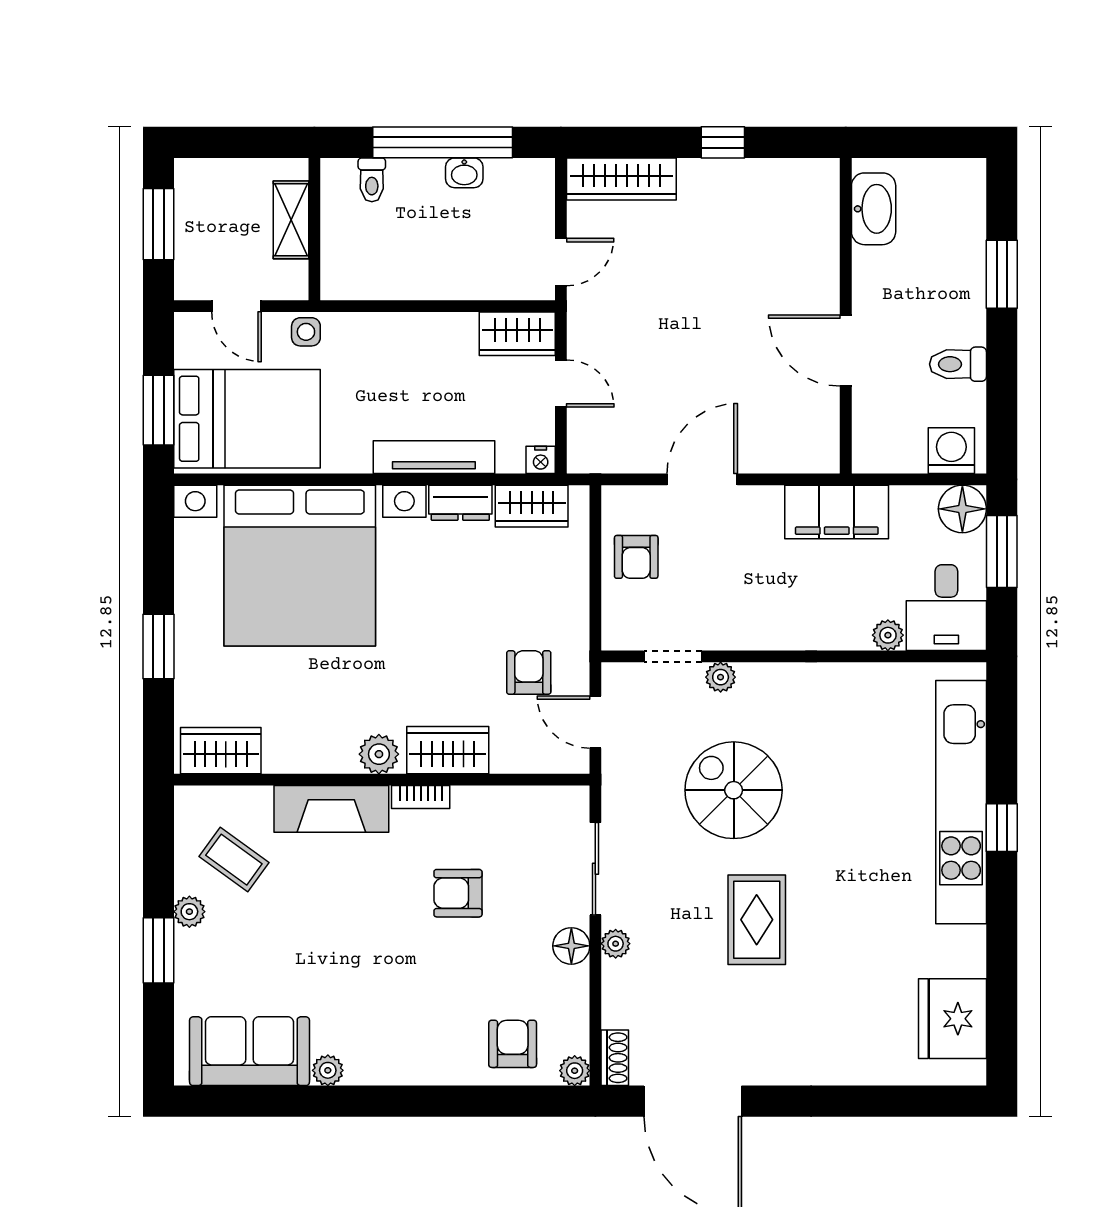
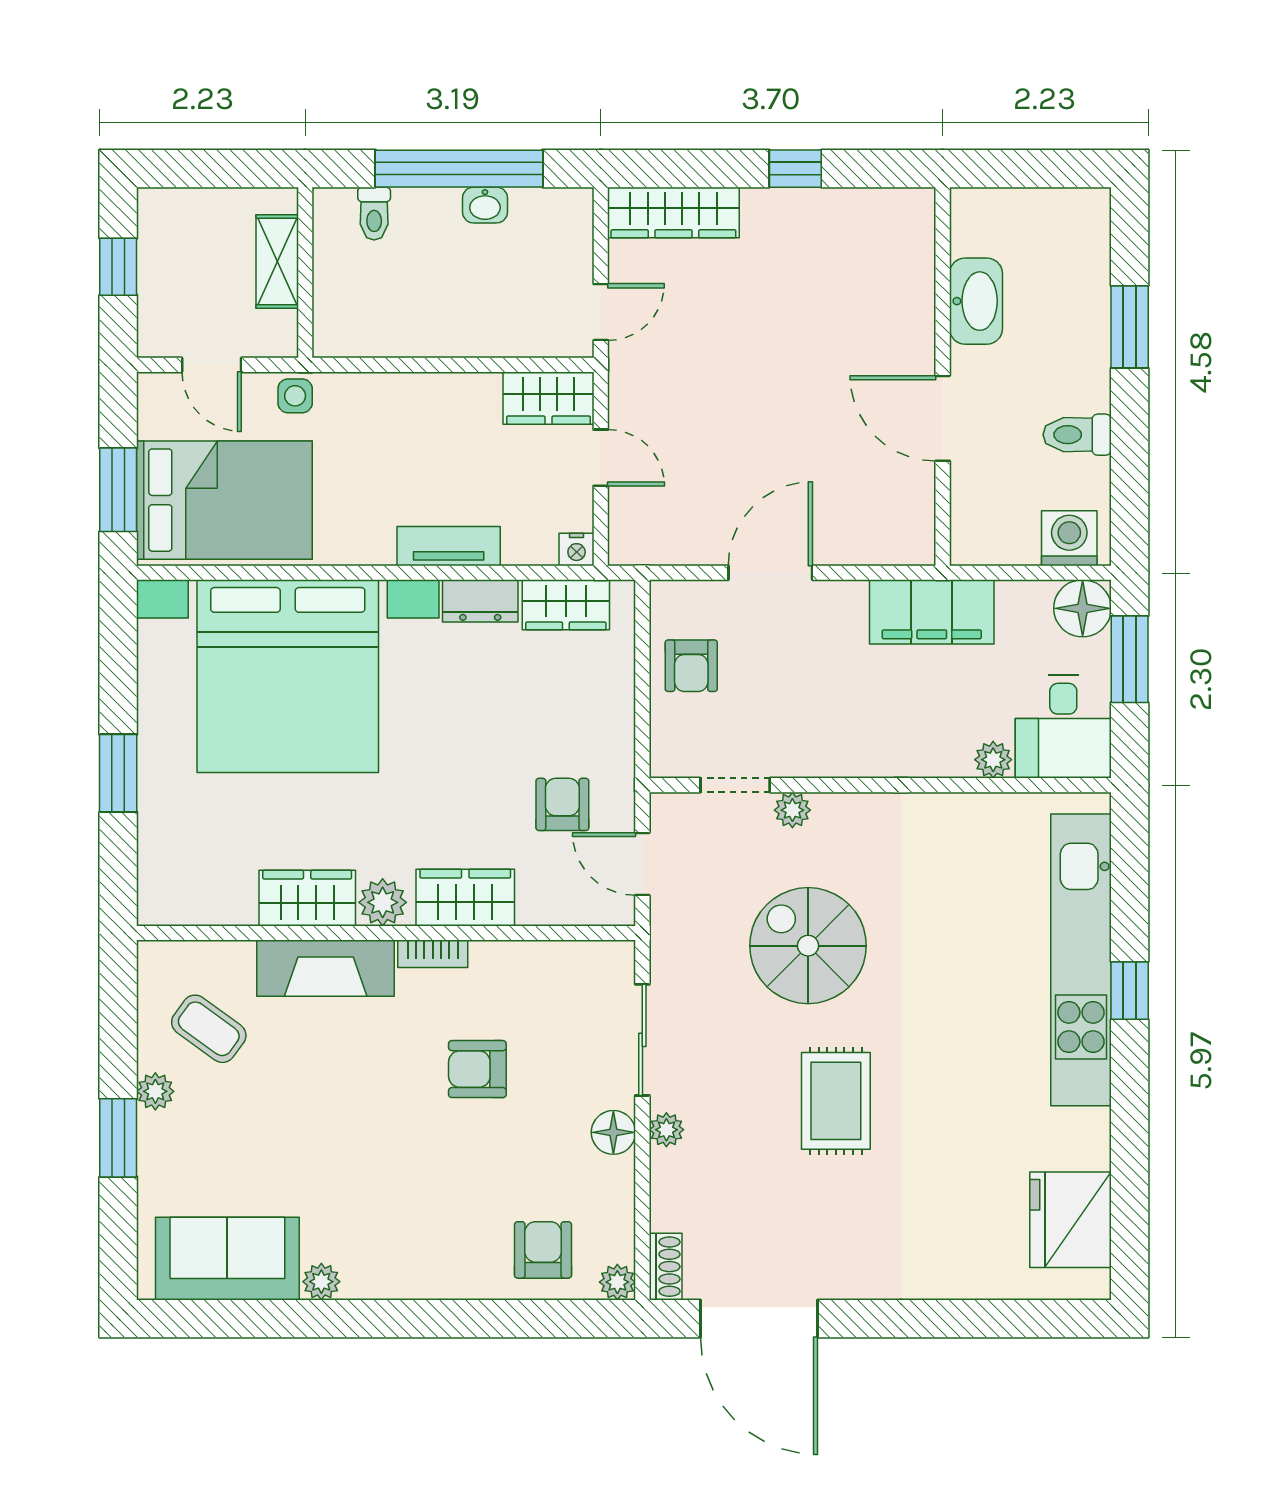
washbasin: (874, 209) -> (976, 301), moved
window: (158, 224) -> (118, 267), width x0.67
tv unit: (434, 457) -> (449, 546), width x0.71
wardrobe: (221, 751) -> (307, 898), moved

